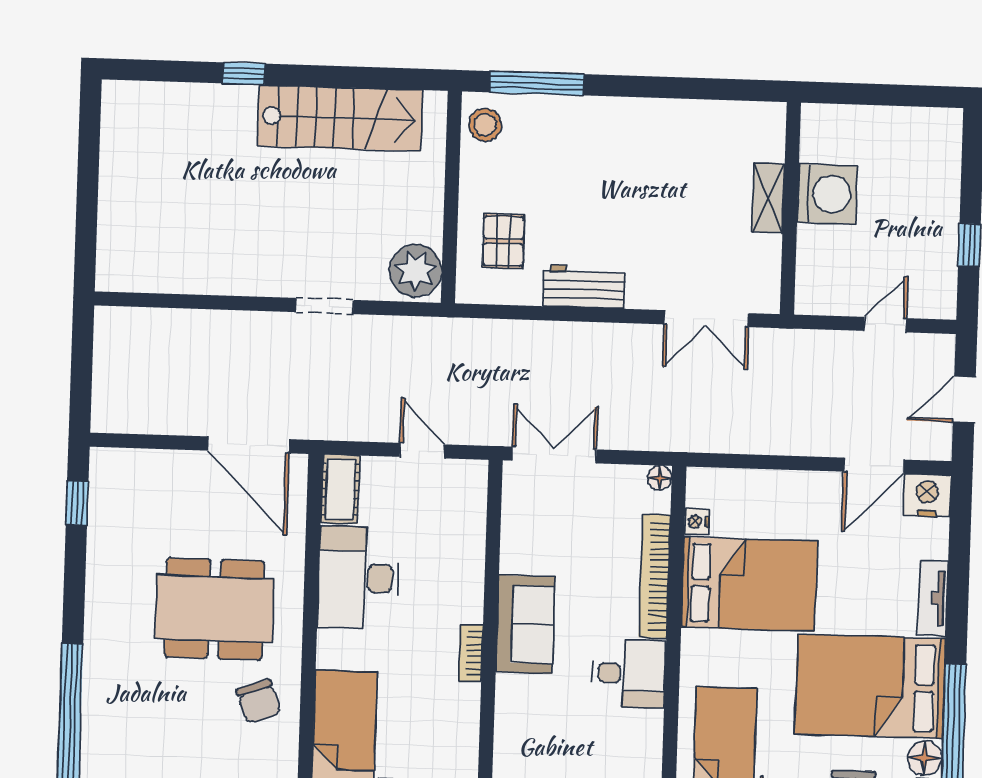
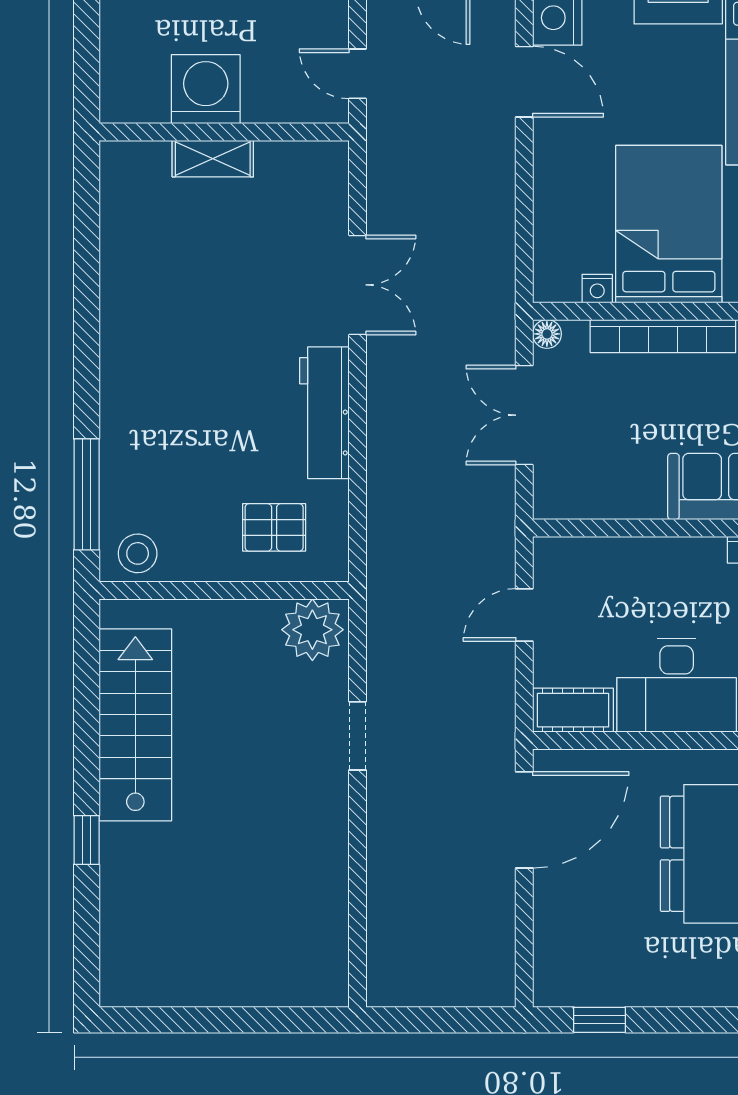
washing machine: (827, 194) -> (206, 89), moved
shelving: (768, 198) -> (213, 159), moved
wall: (790, 208) -> (224, 132), moved
workbench: (584, 287) -> (324, 413), width x1.38
double door: (554, 455) -> (524, 415), moved

